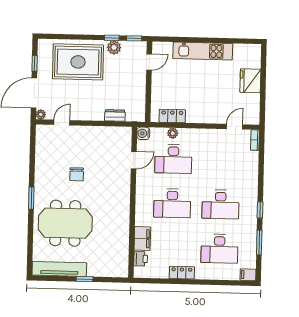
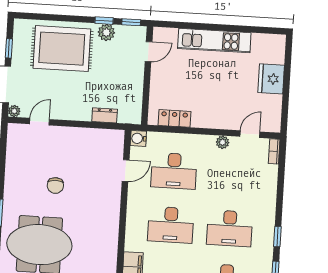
plant: (173, 133) -> (223, 142), moved

